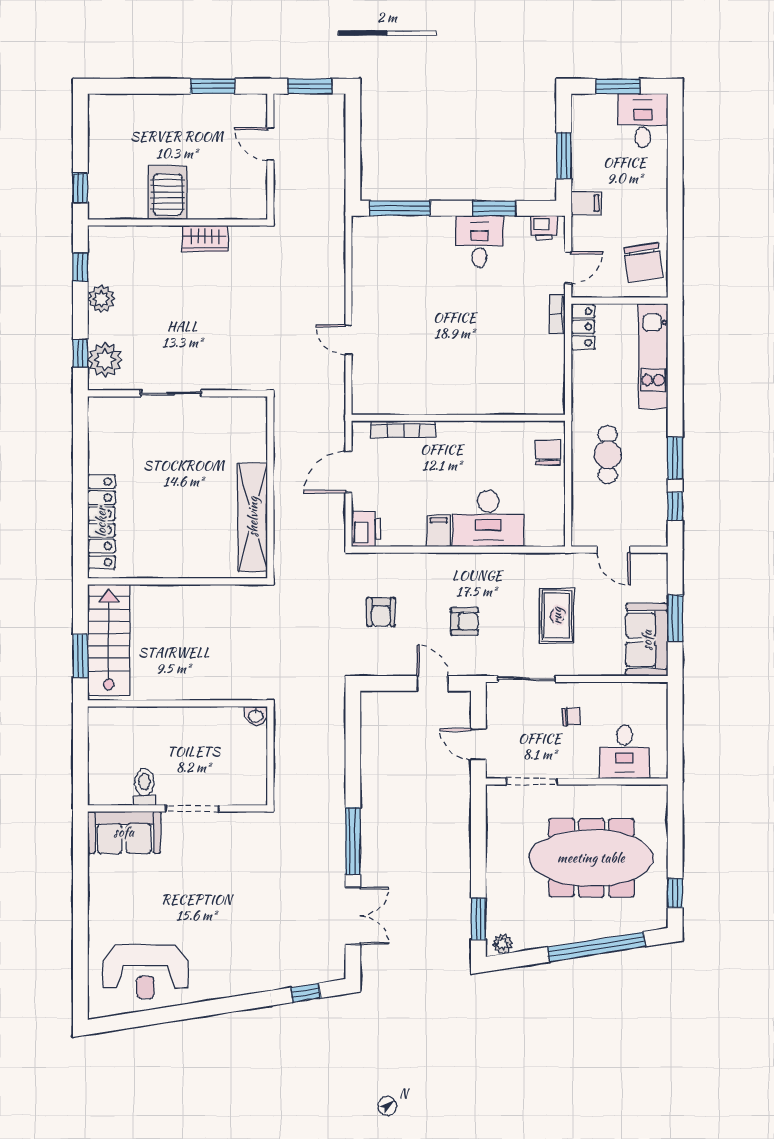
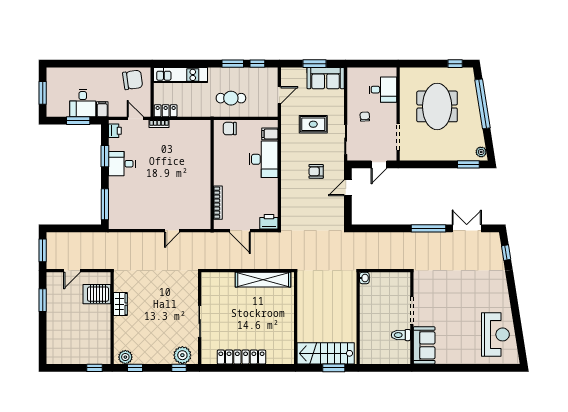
desk: (643, 121) -> (83, 103), moved, turned -90
server rack: (168, 193) -> (97, 294), moved
plant: (101, 299) -> (125, 357), moved
locker: (101, 522) -> (241, 357), moved
filing cabinet: (439, 531) -> (270, 134), moved
armchair: (381, 612) -> (311, 214), removed
armchair: (464, 621) -> (316, 171), turned -90
meeting table: (591, 858) -> (437, 106), width x0.73

